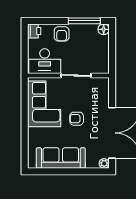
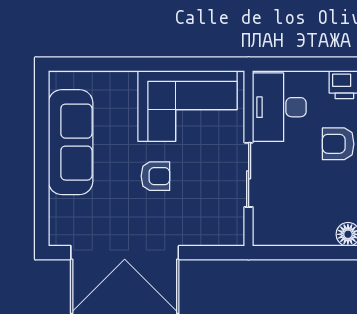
armchair: (77, 119) -> (155, 176), turned 90
plant: (104, 163) -> (59, 235), removed

